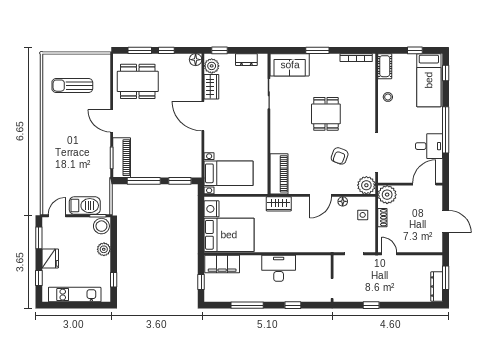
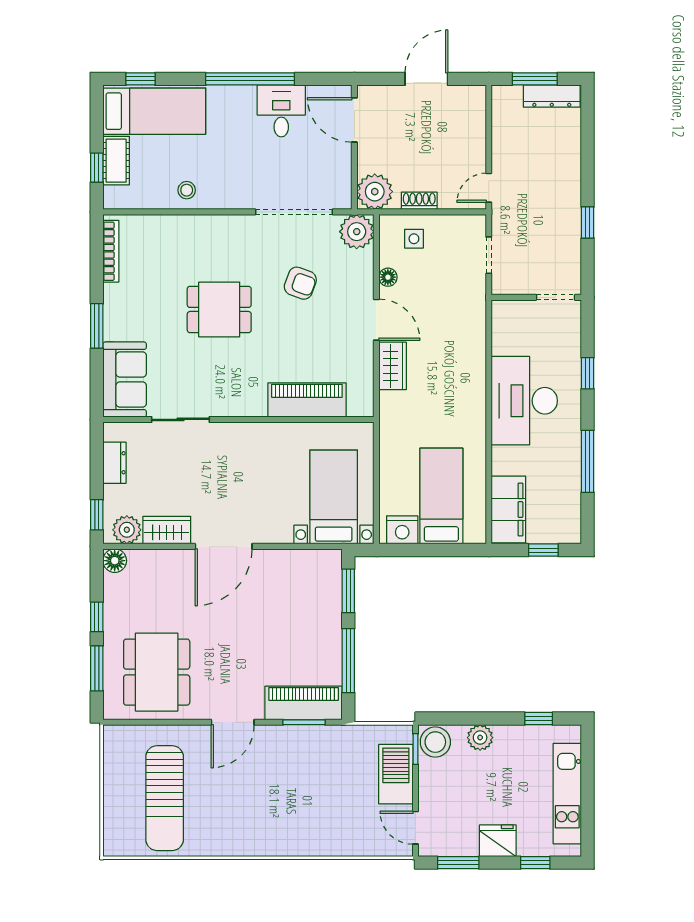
window: (415, 50) -> (97, 168), moved
cot: (385, 66) -> (116, 161), moved, turned 90
sun lounger: (72, 86) -> (165, 798), width x1.36, depth x1.34
piano: (279, 174) -> (307, 400), moved
wardrobe: (279, 204) -> (393, 366), moved
bed: (229, 235) -> (441, 496), width x0.67
desk: (279, 268) -> (524, 401), width x1.36, depth x1.30

